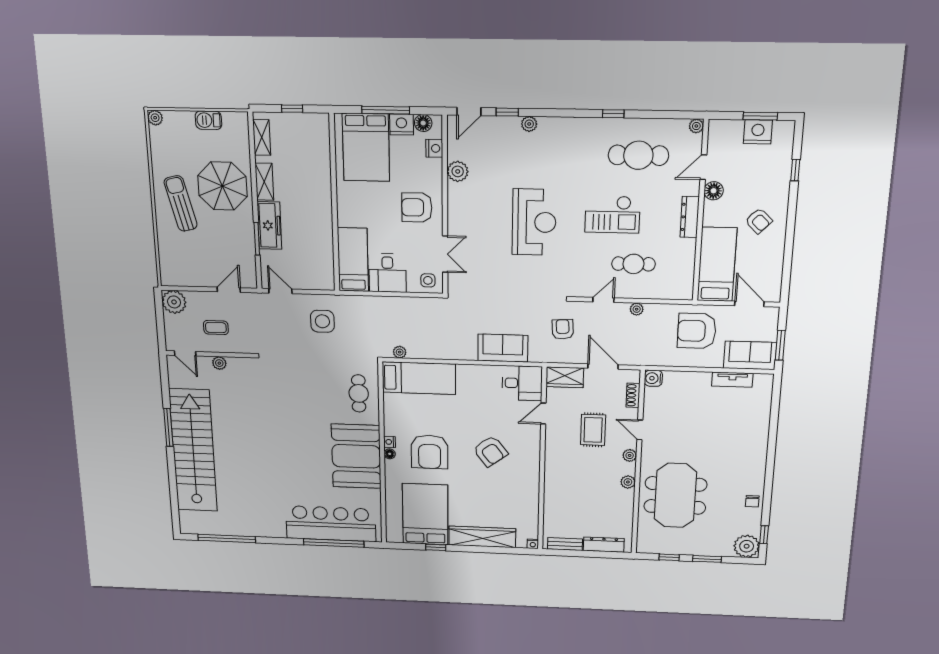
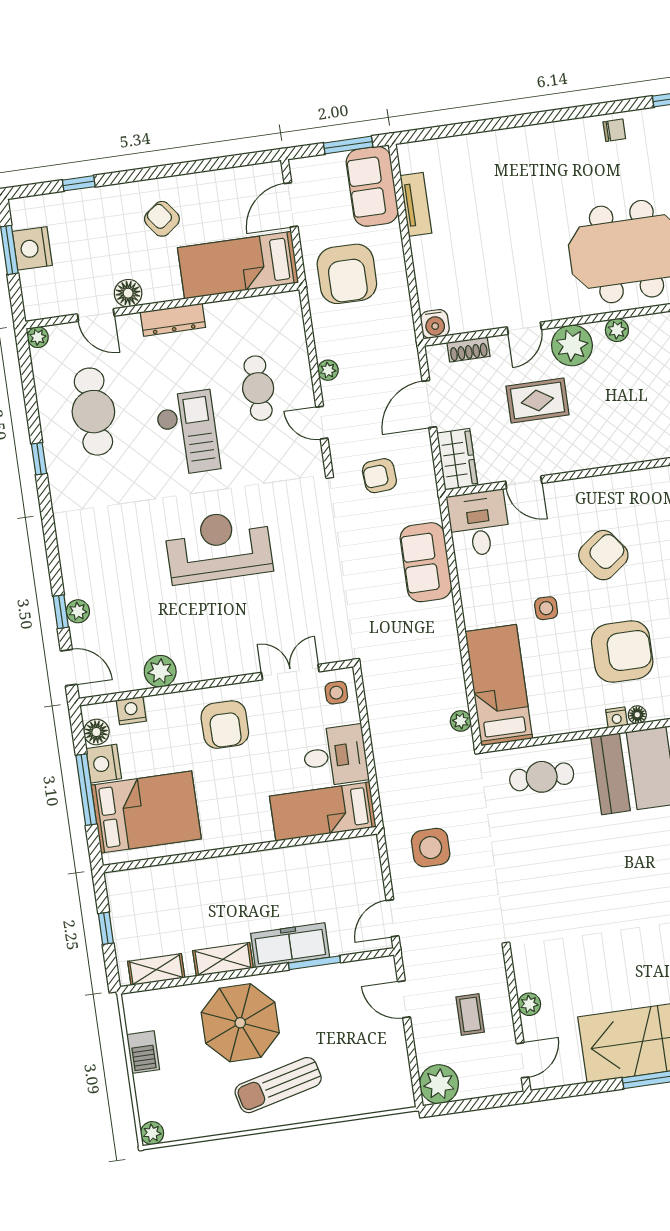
plant: (529, 124) -> (78, 611), moved
armchair: (759, 221) -> (162, 219), turned -81
side table: (463, 413) -> (546, 608), added
plant: (630, 455) -> (572, 345), width x1.88, depth x1.88

